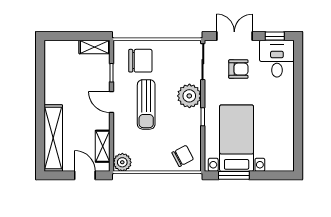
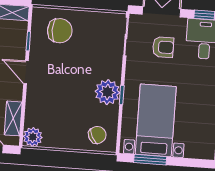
plant: (189, 96) -> (107, 92), moved
sun lounger: (146, 104) -> (63, 77), removed

